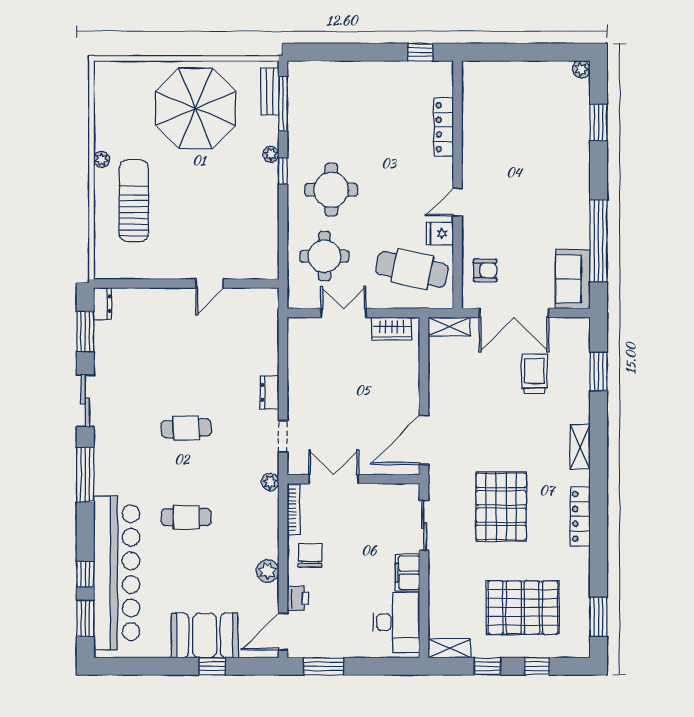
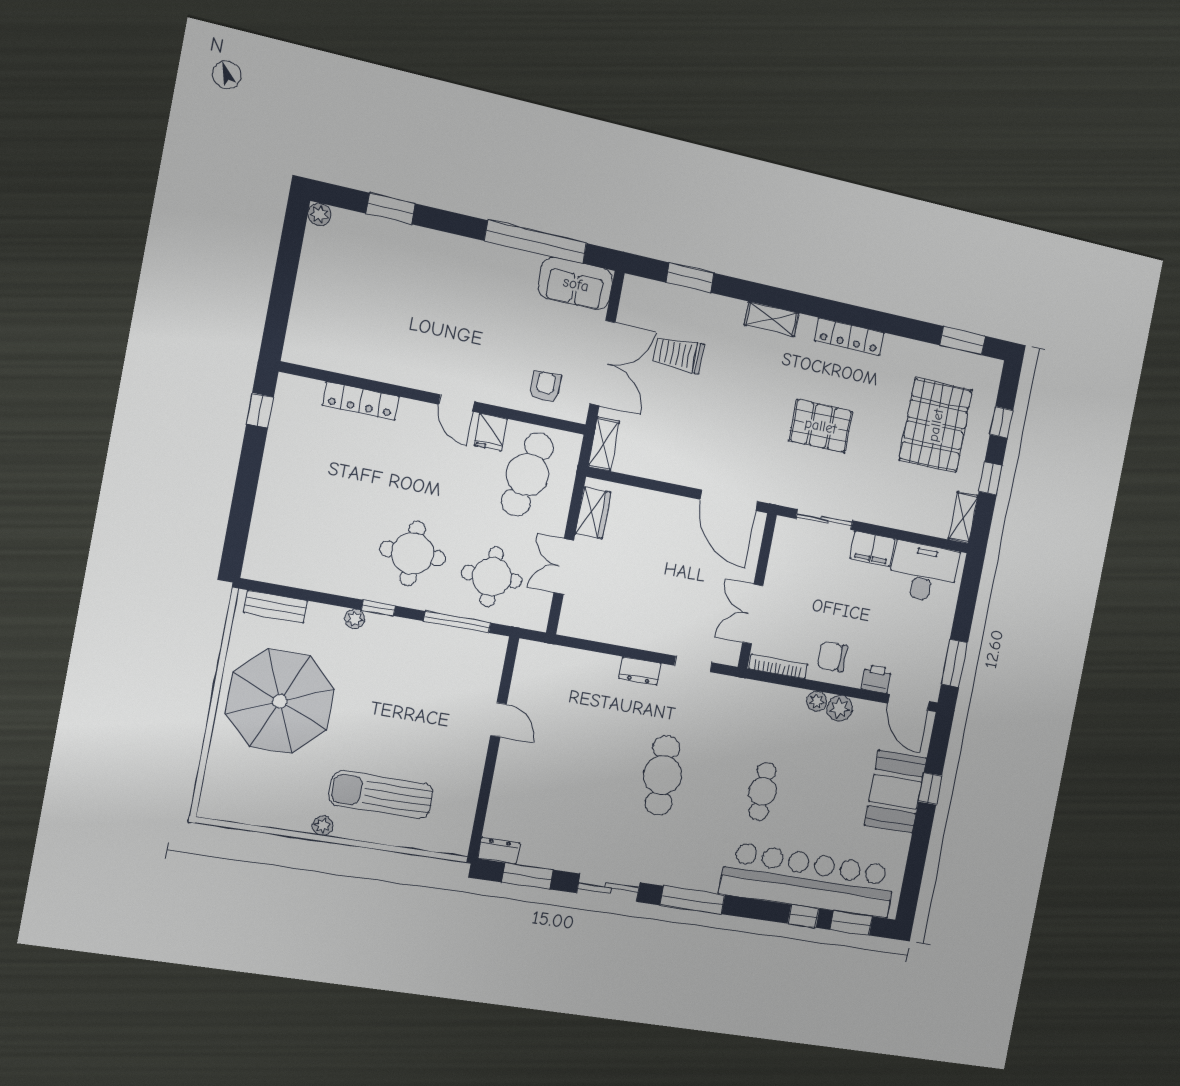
window: (283, 104) -> (457, 622), moved
cafe table: (186, 428) -> (662, 775), width x1.37, depth x1.35
plant: (270, 482) -> (817, 701), moved
pallet: (501, 507) -> (821, 426), width x0.73, depth x0.71

